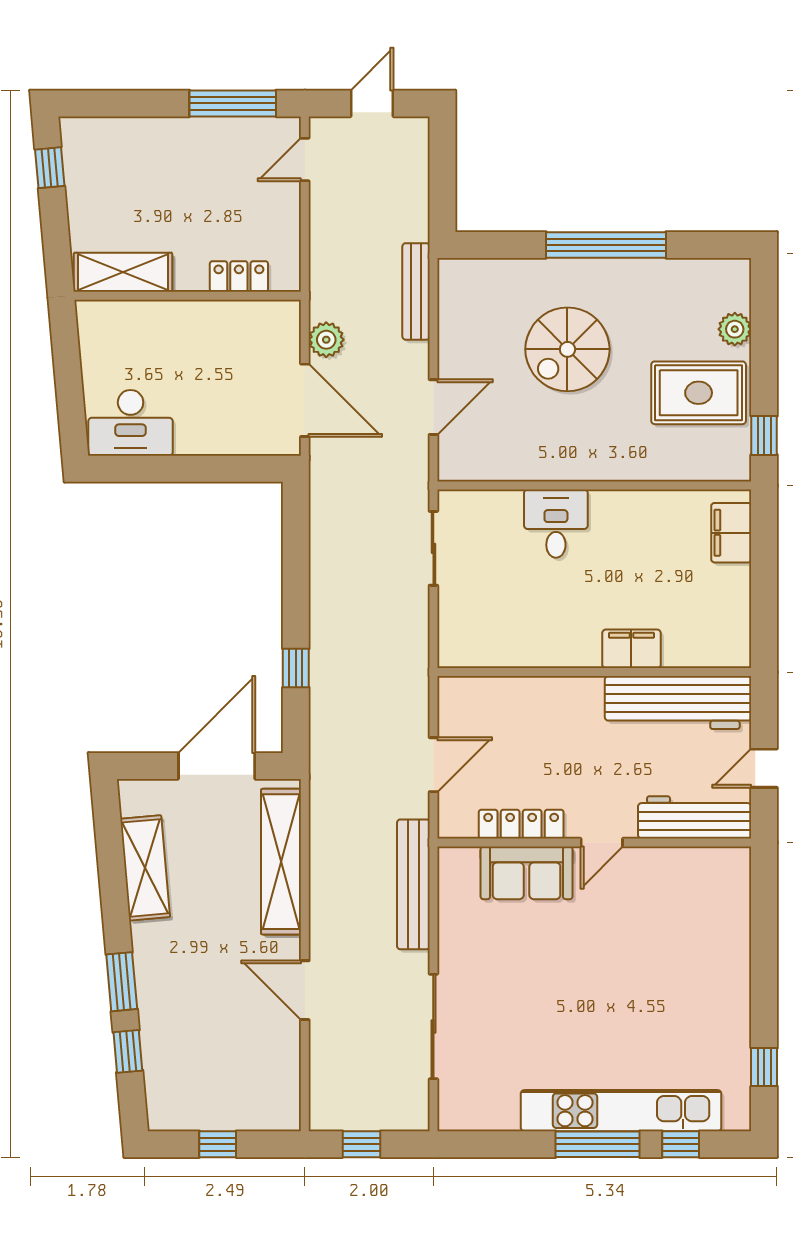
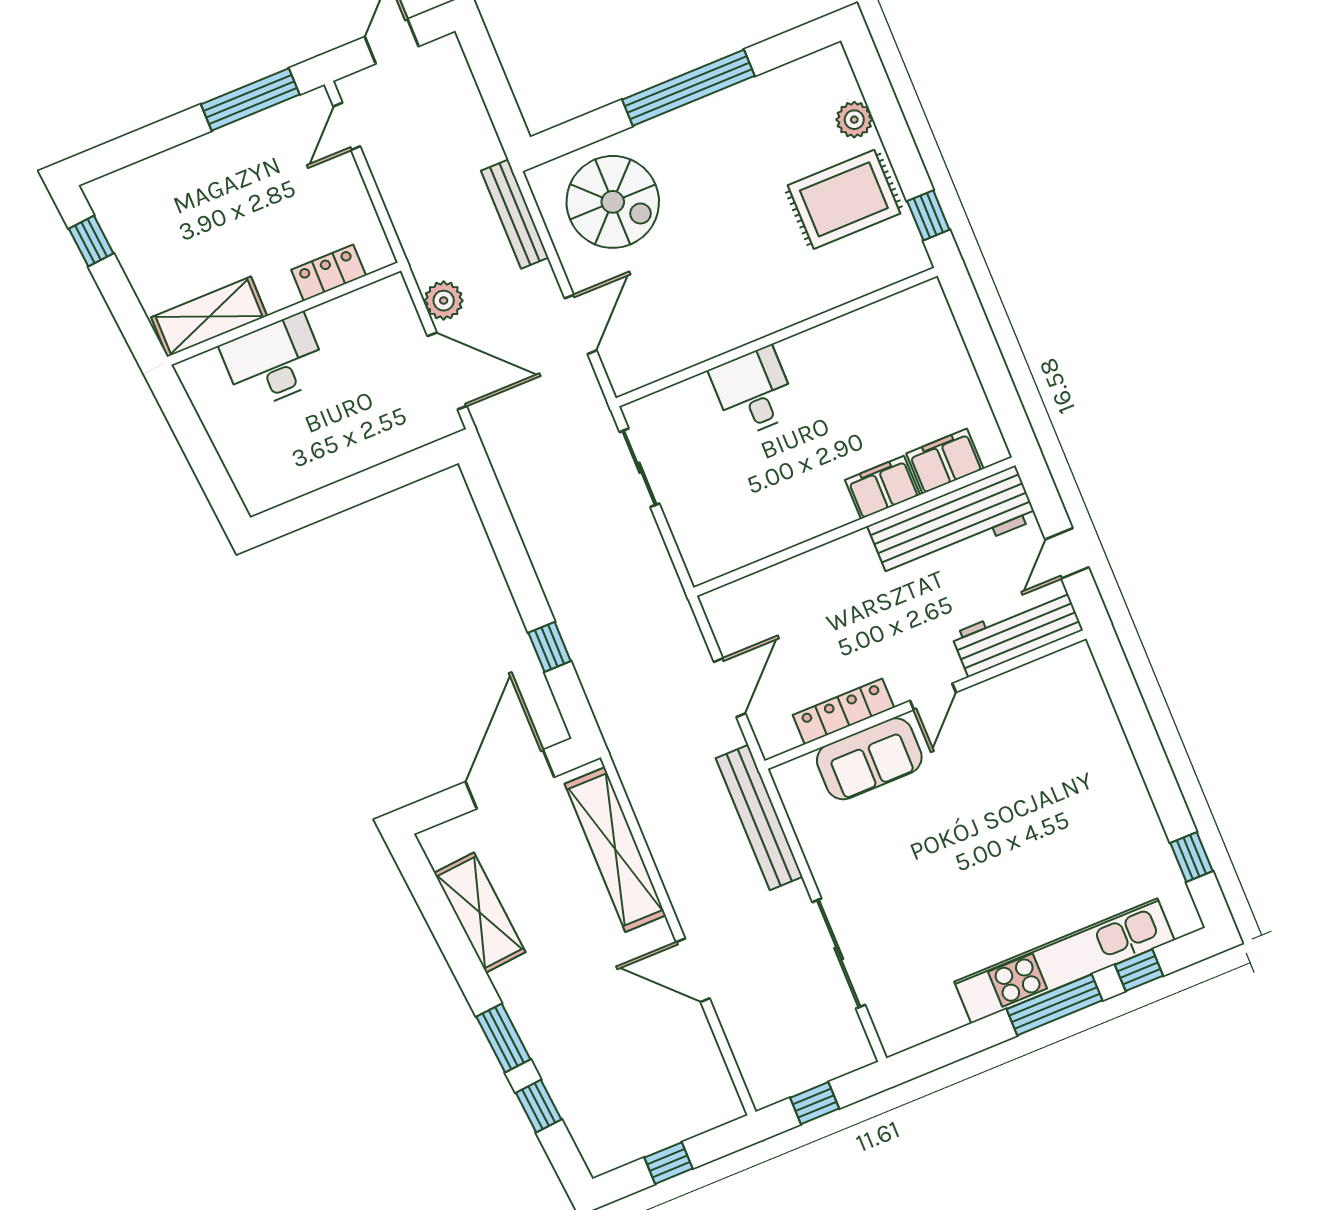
spiral stairs: (567, 349) -> (613, 202), moved, turned -90
desk: (131, 423) -> (274, 362), moved, turned 180
filing cabinet: (731, 533) -> (945, 461), moved, turned 90

